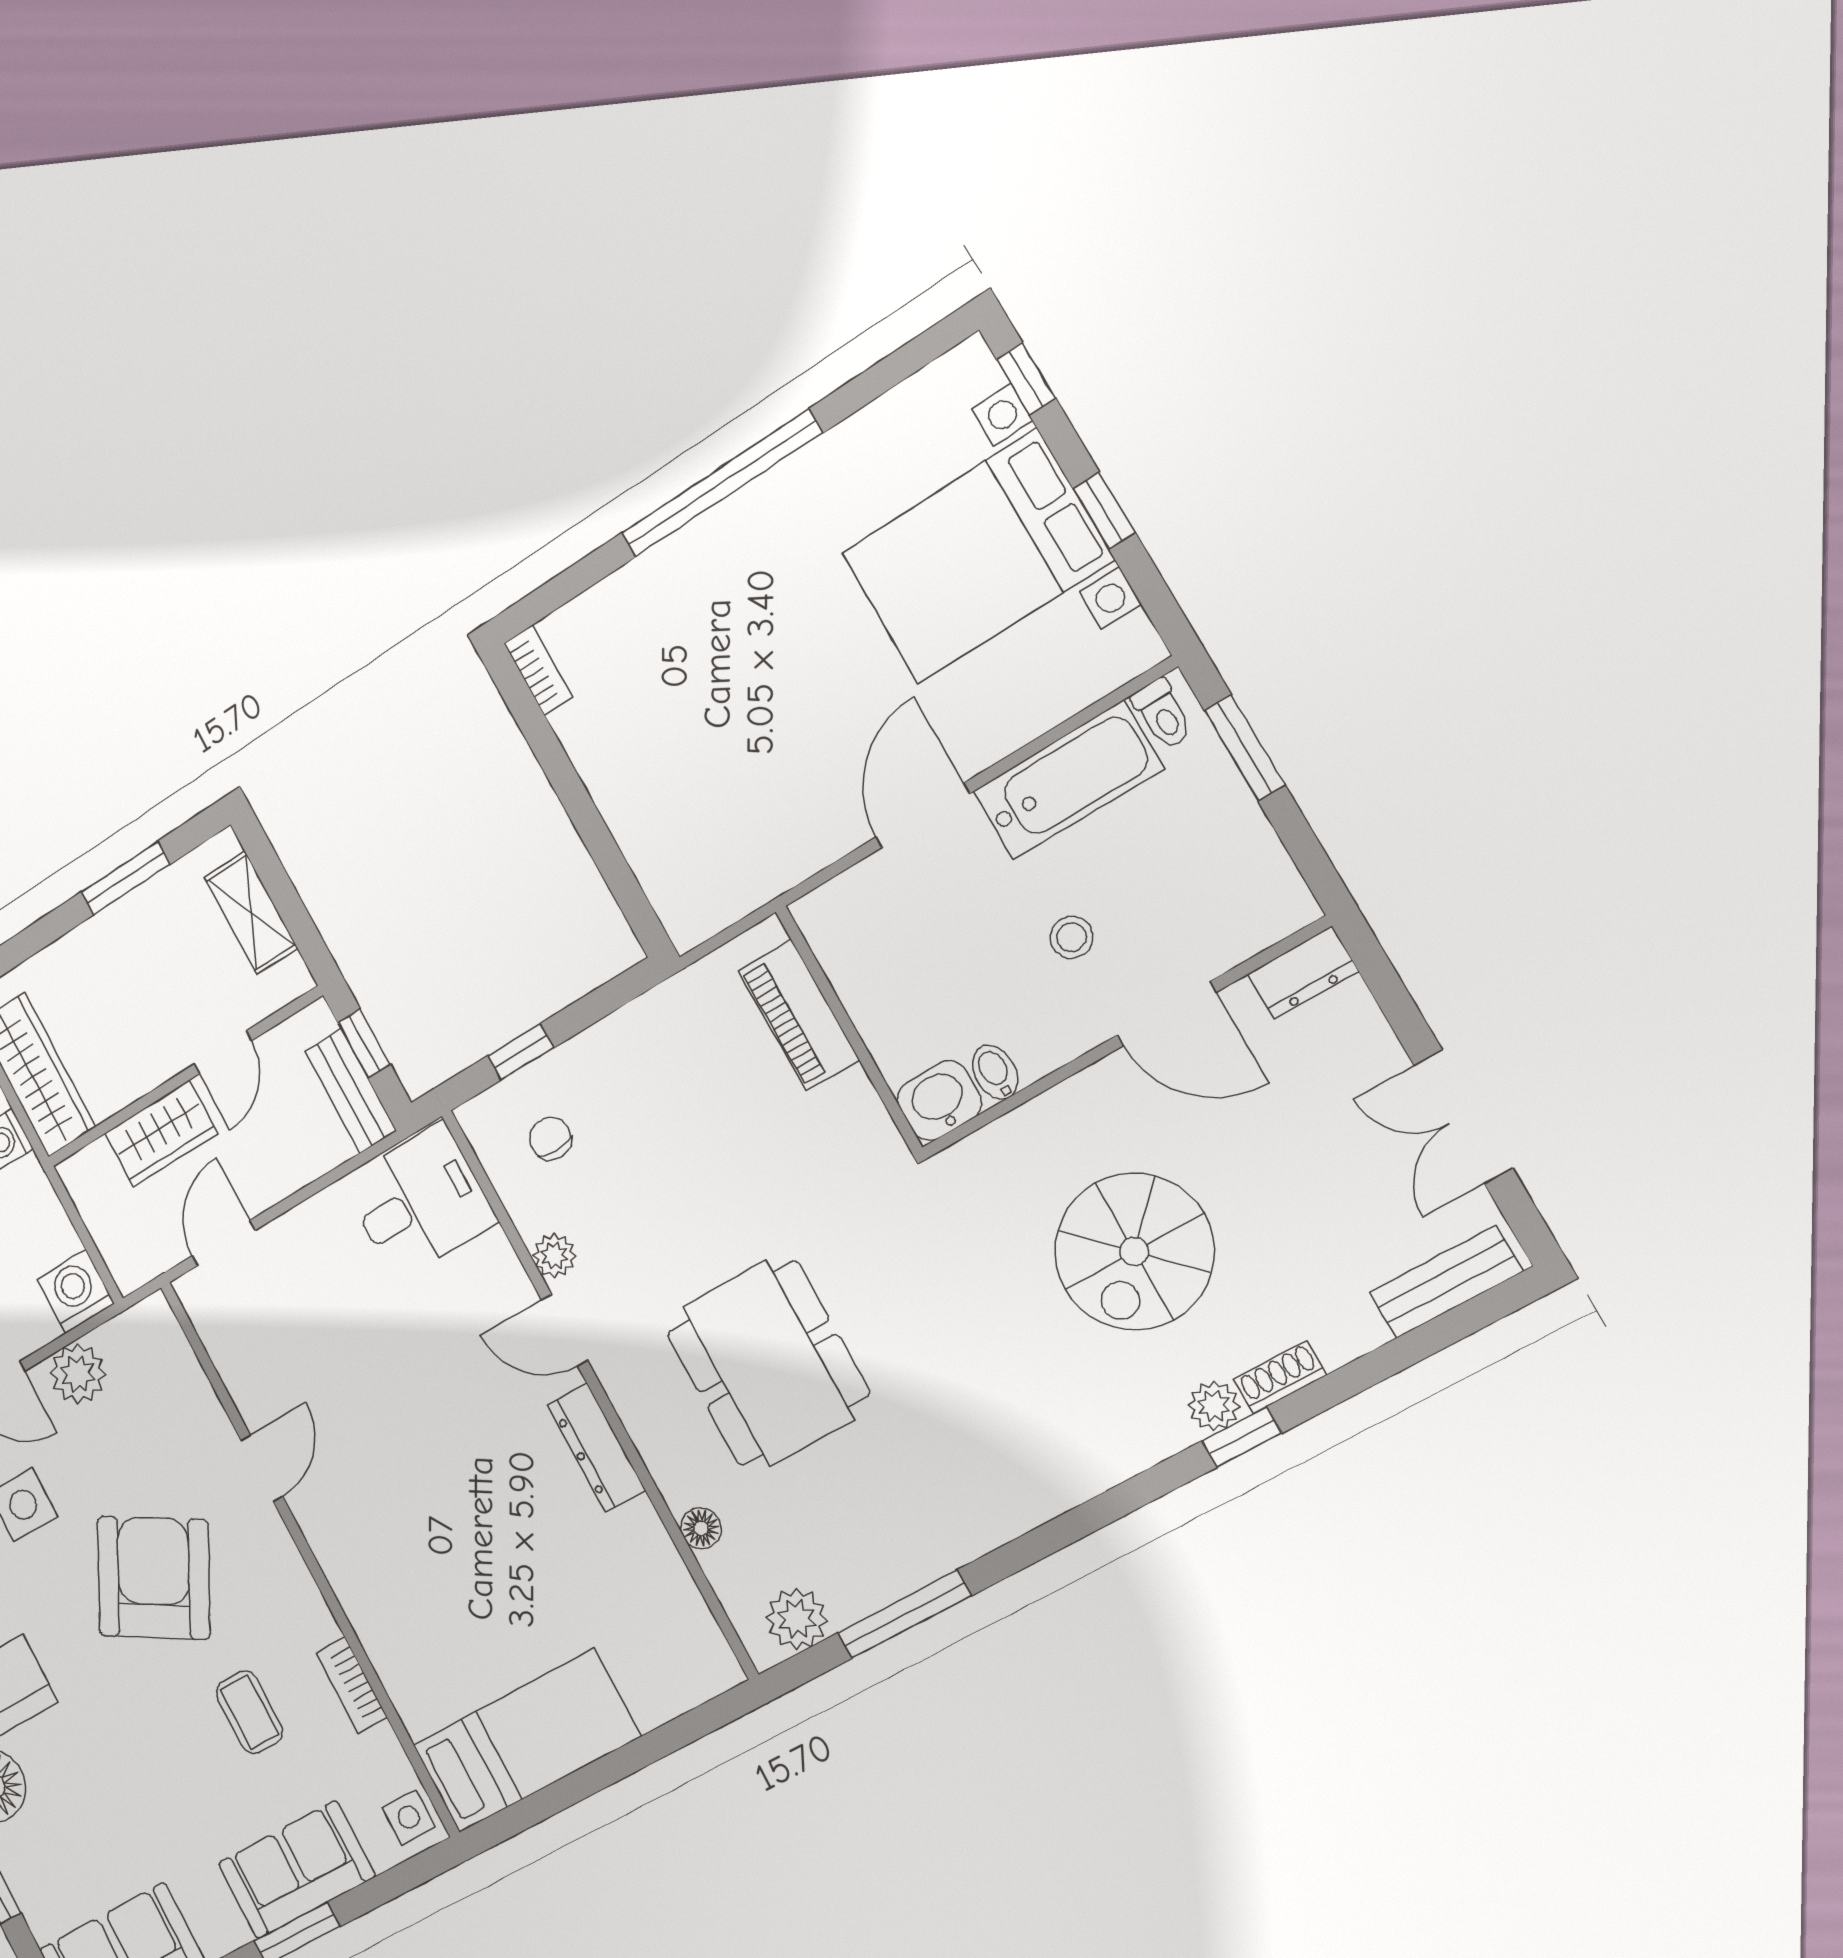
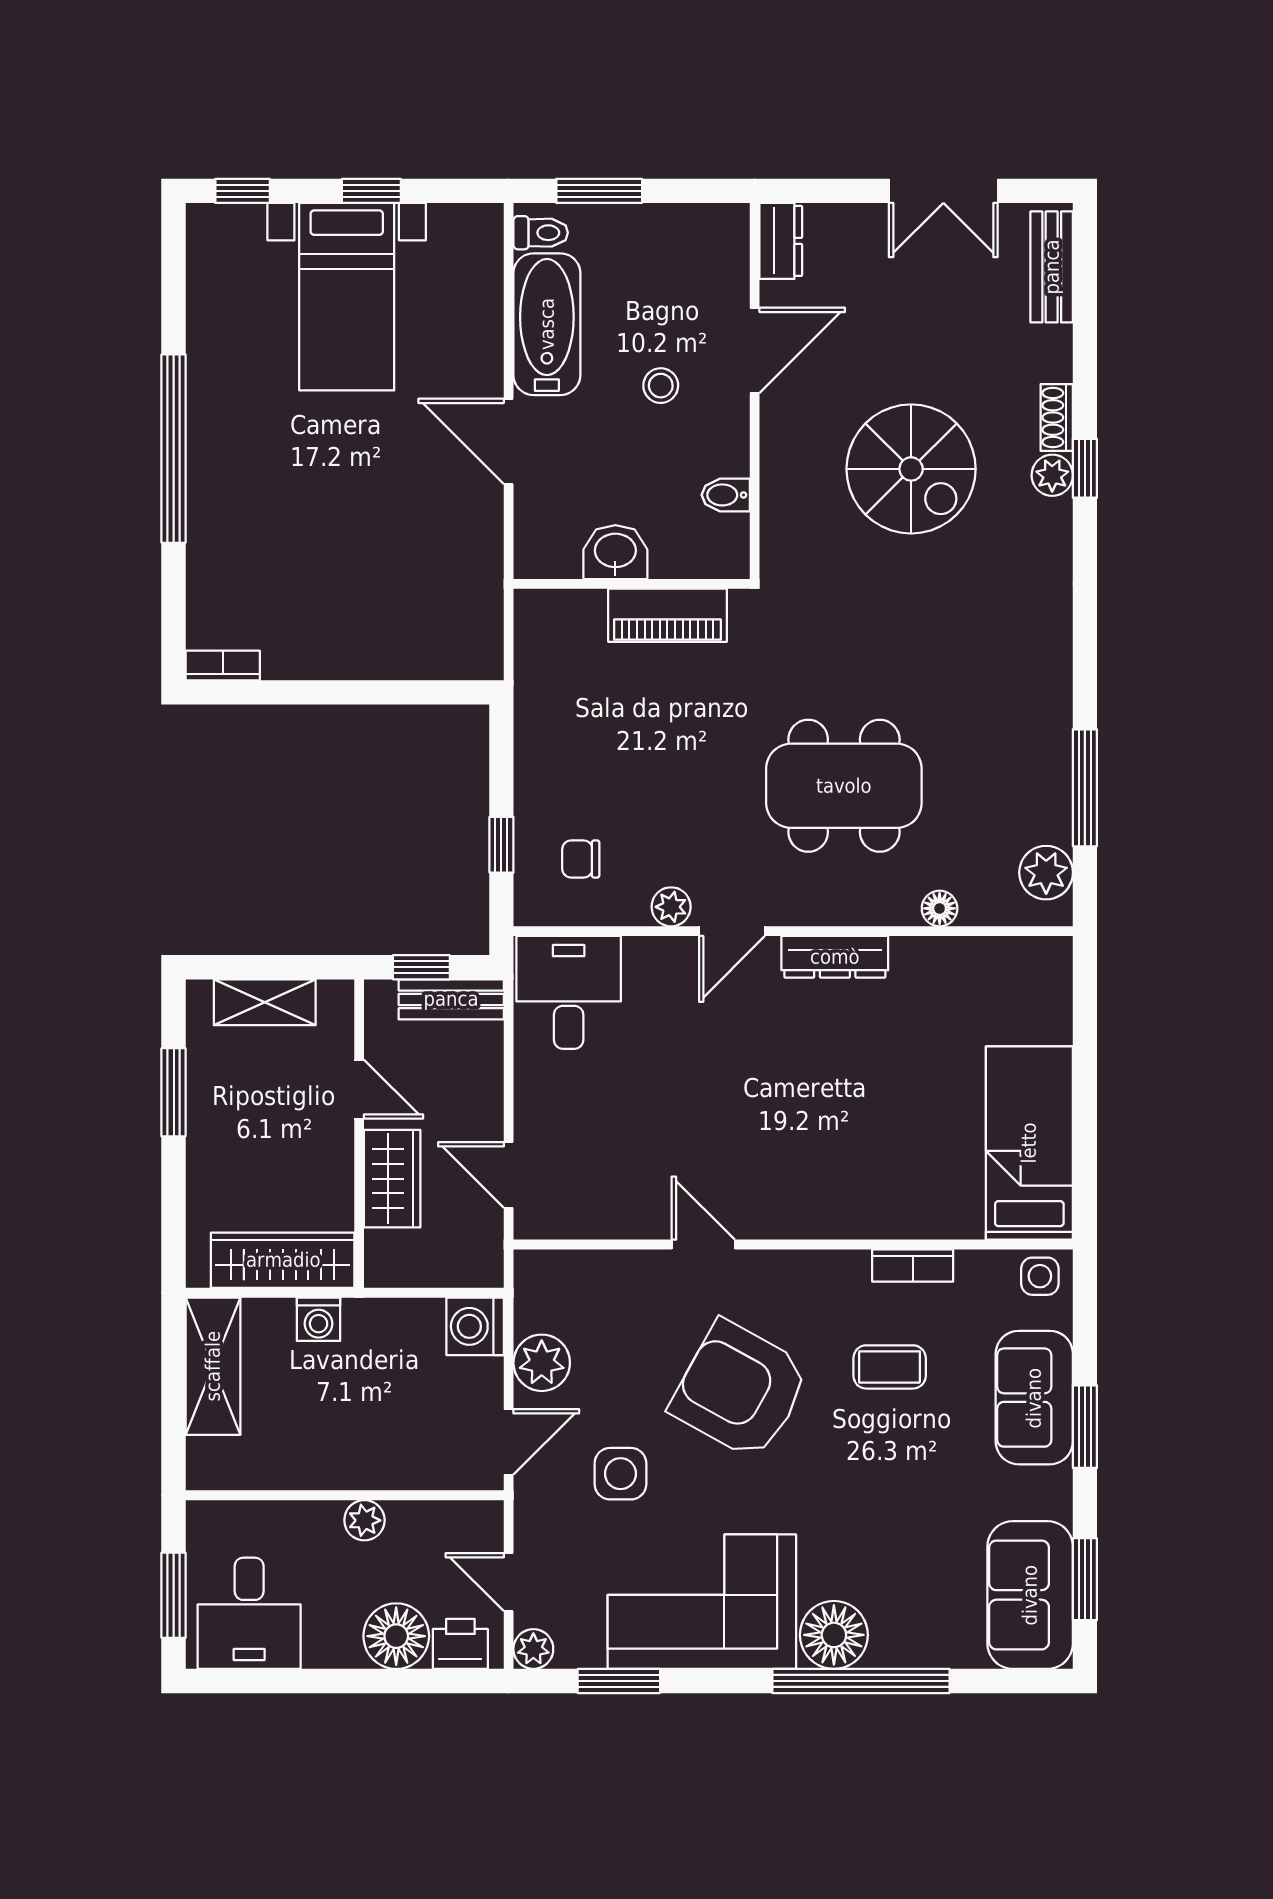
bed with nightstands: (977, 556) -> (347, 297), width x0.73
piano: (799, 1015) -> (667, 615), moved
washbasin: (939, 1101) -> (615, 552), moved, turned 90

